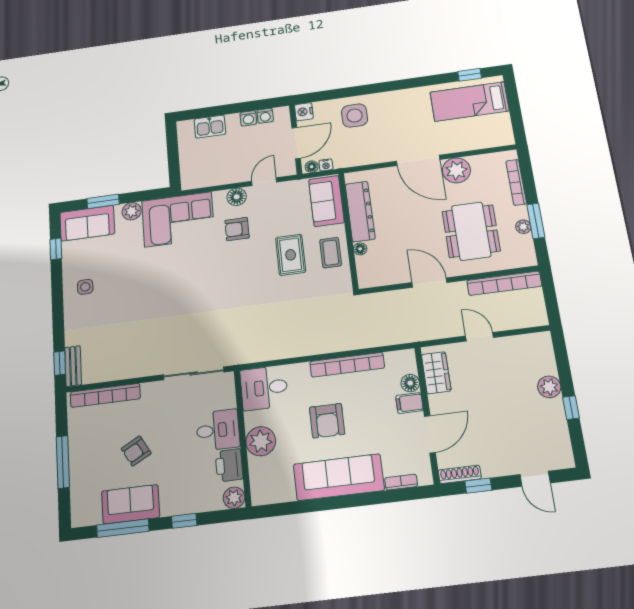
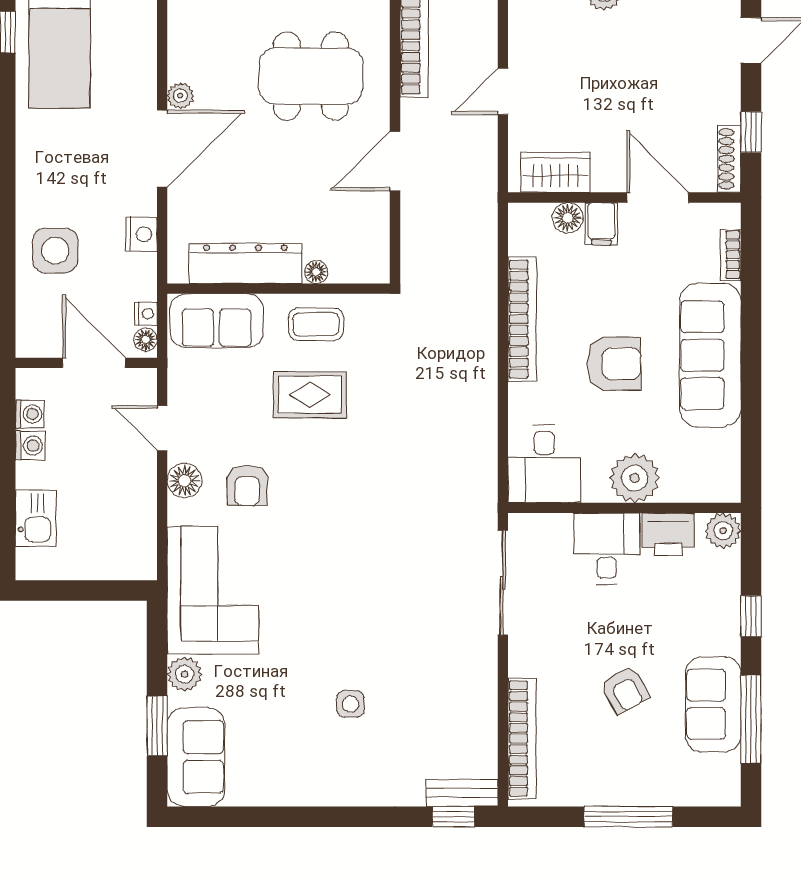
nightstand: (304, 112) -> (141, 234), moved, turned -90
plant: (456, 170) -> (180, 96), width x0.53, depth x0.53
window: (56, 249) -> (238, 817), removed
side table: (85, 287) -> (351, 704), moved

